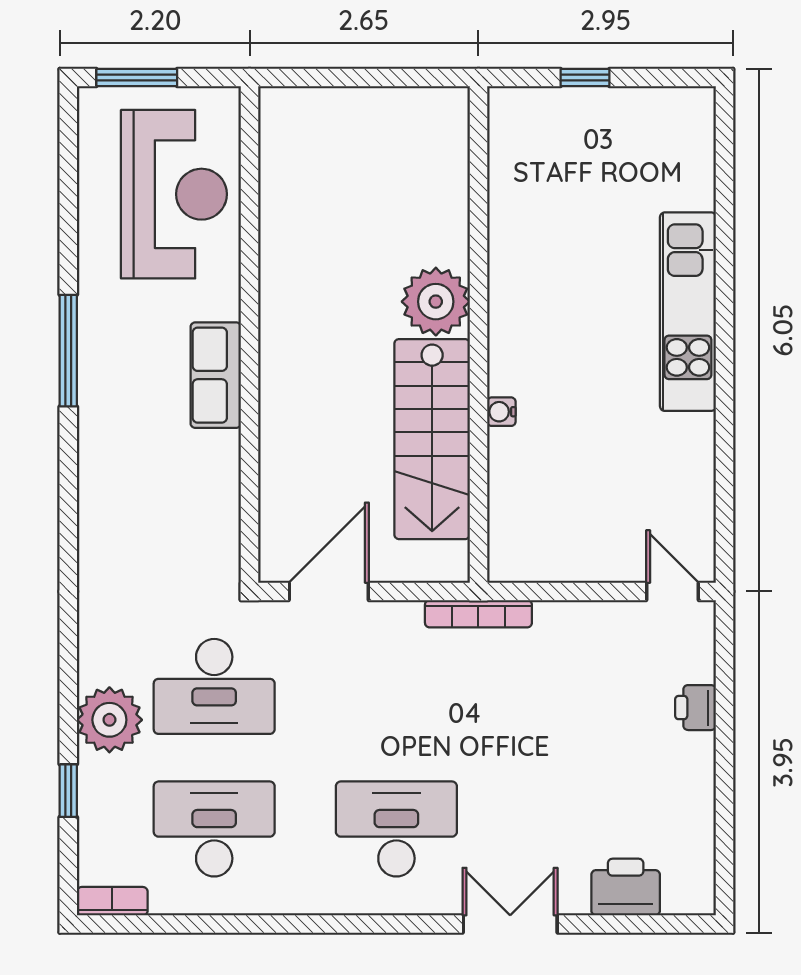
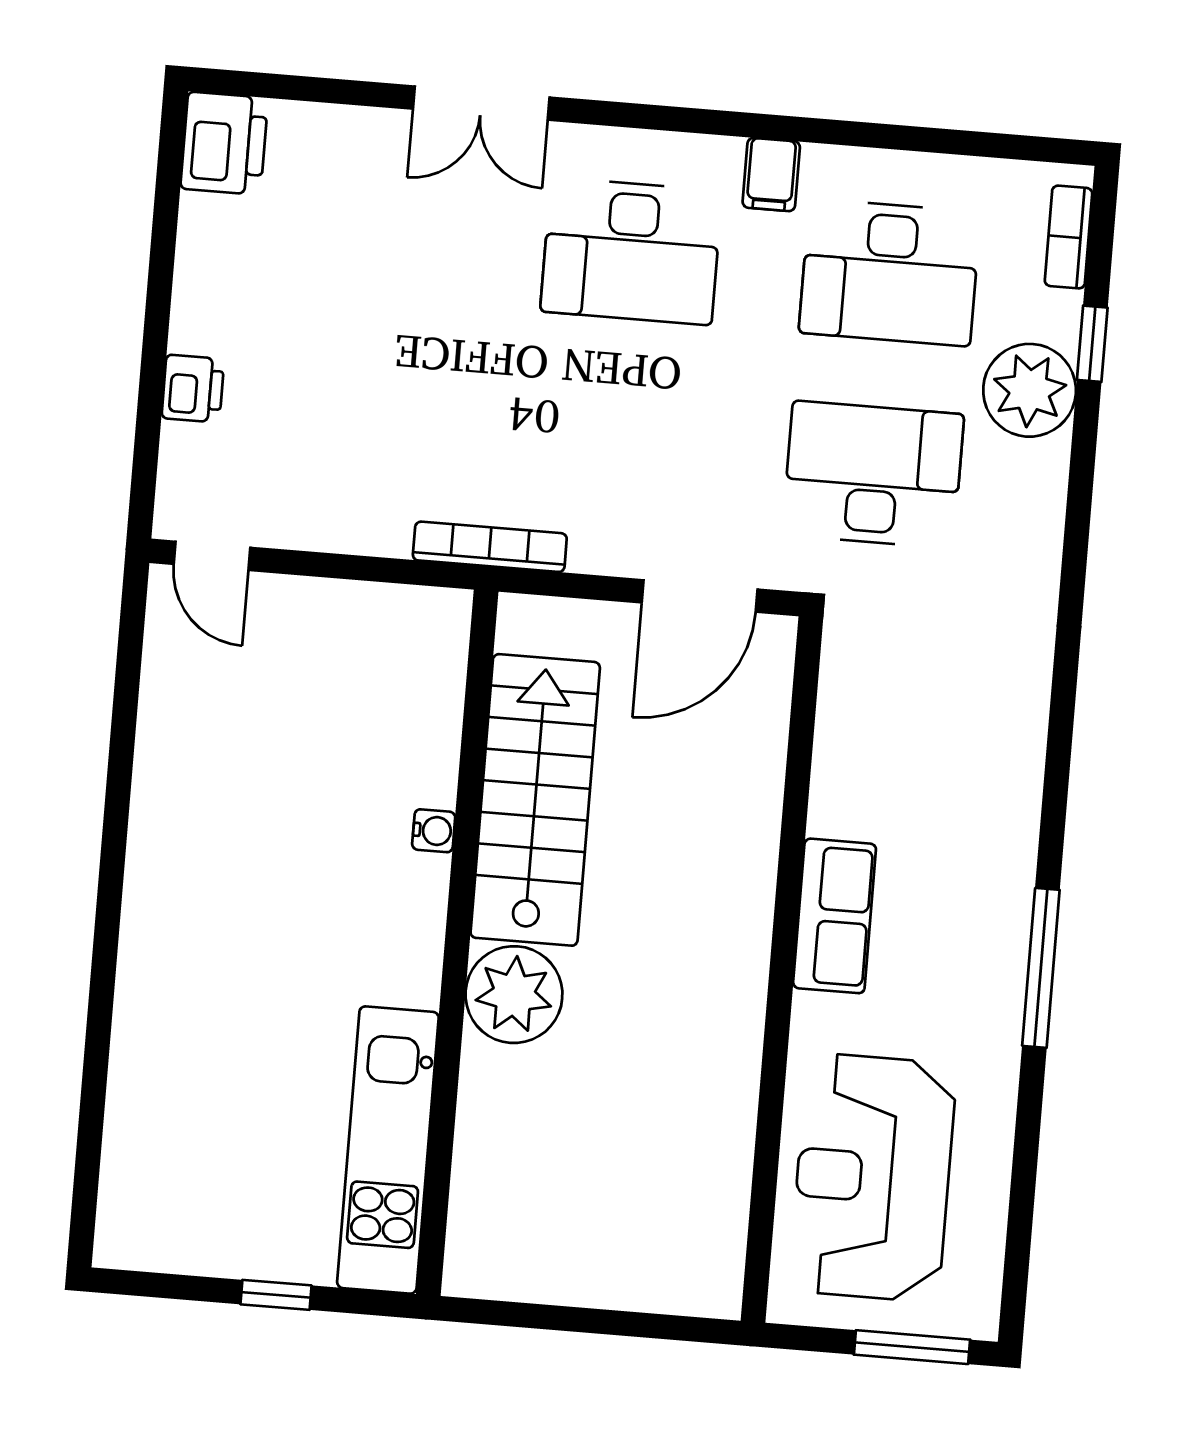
kitchen unit: (688, 312) -> (388, 1150), moved, turned 180
plant: (109, 720) -> (1030, 390), moved
printer: (626, 887) -> (224, 143), moved, turned -90
filing cabinet: (303, 891) -> (771, 175), added
bookcase: (112, 901) -> (1068, 237), moved, turned 90

